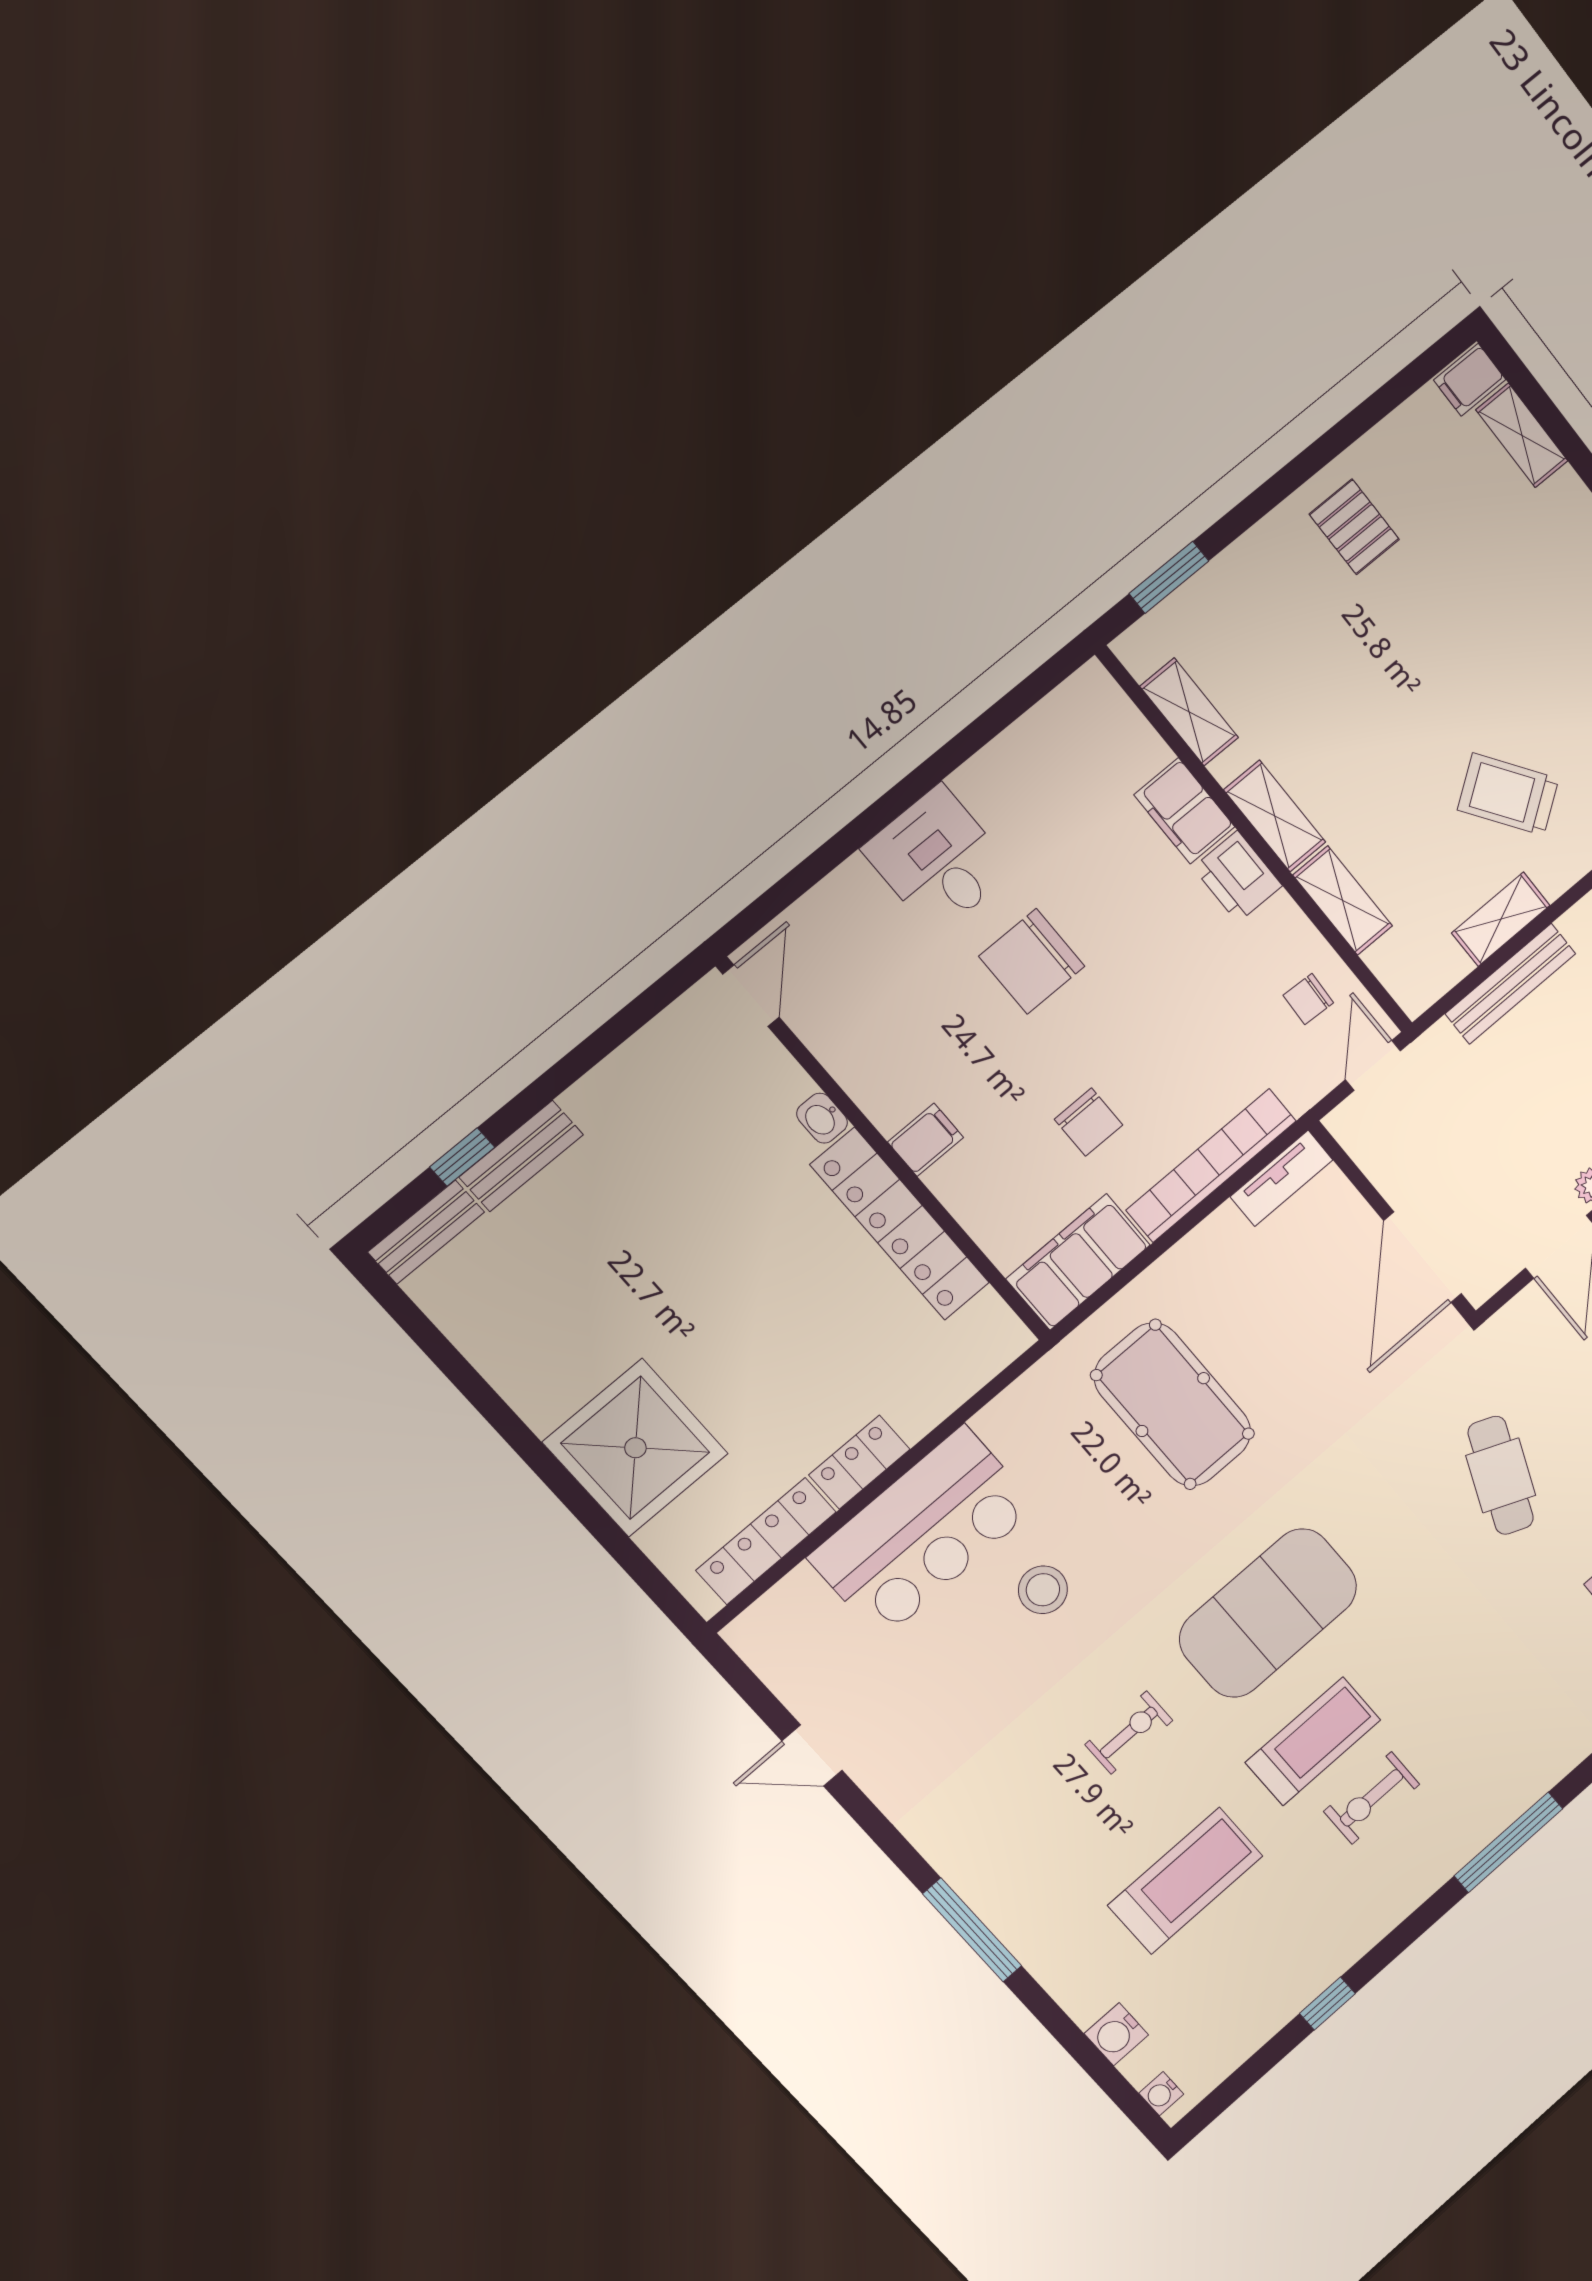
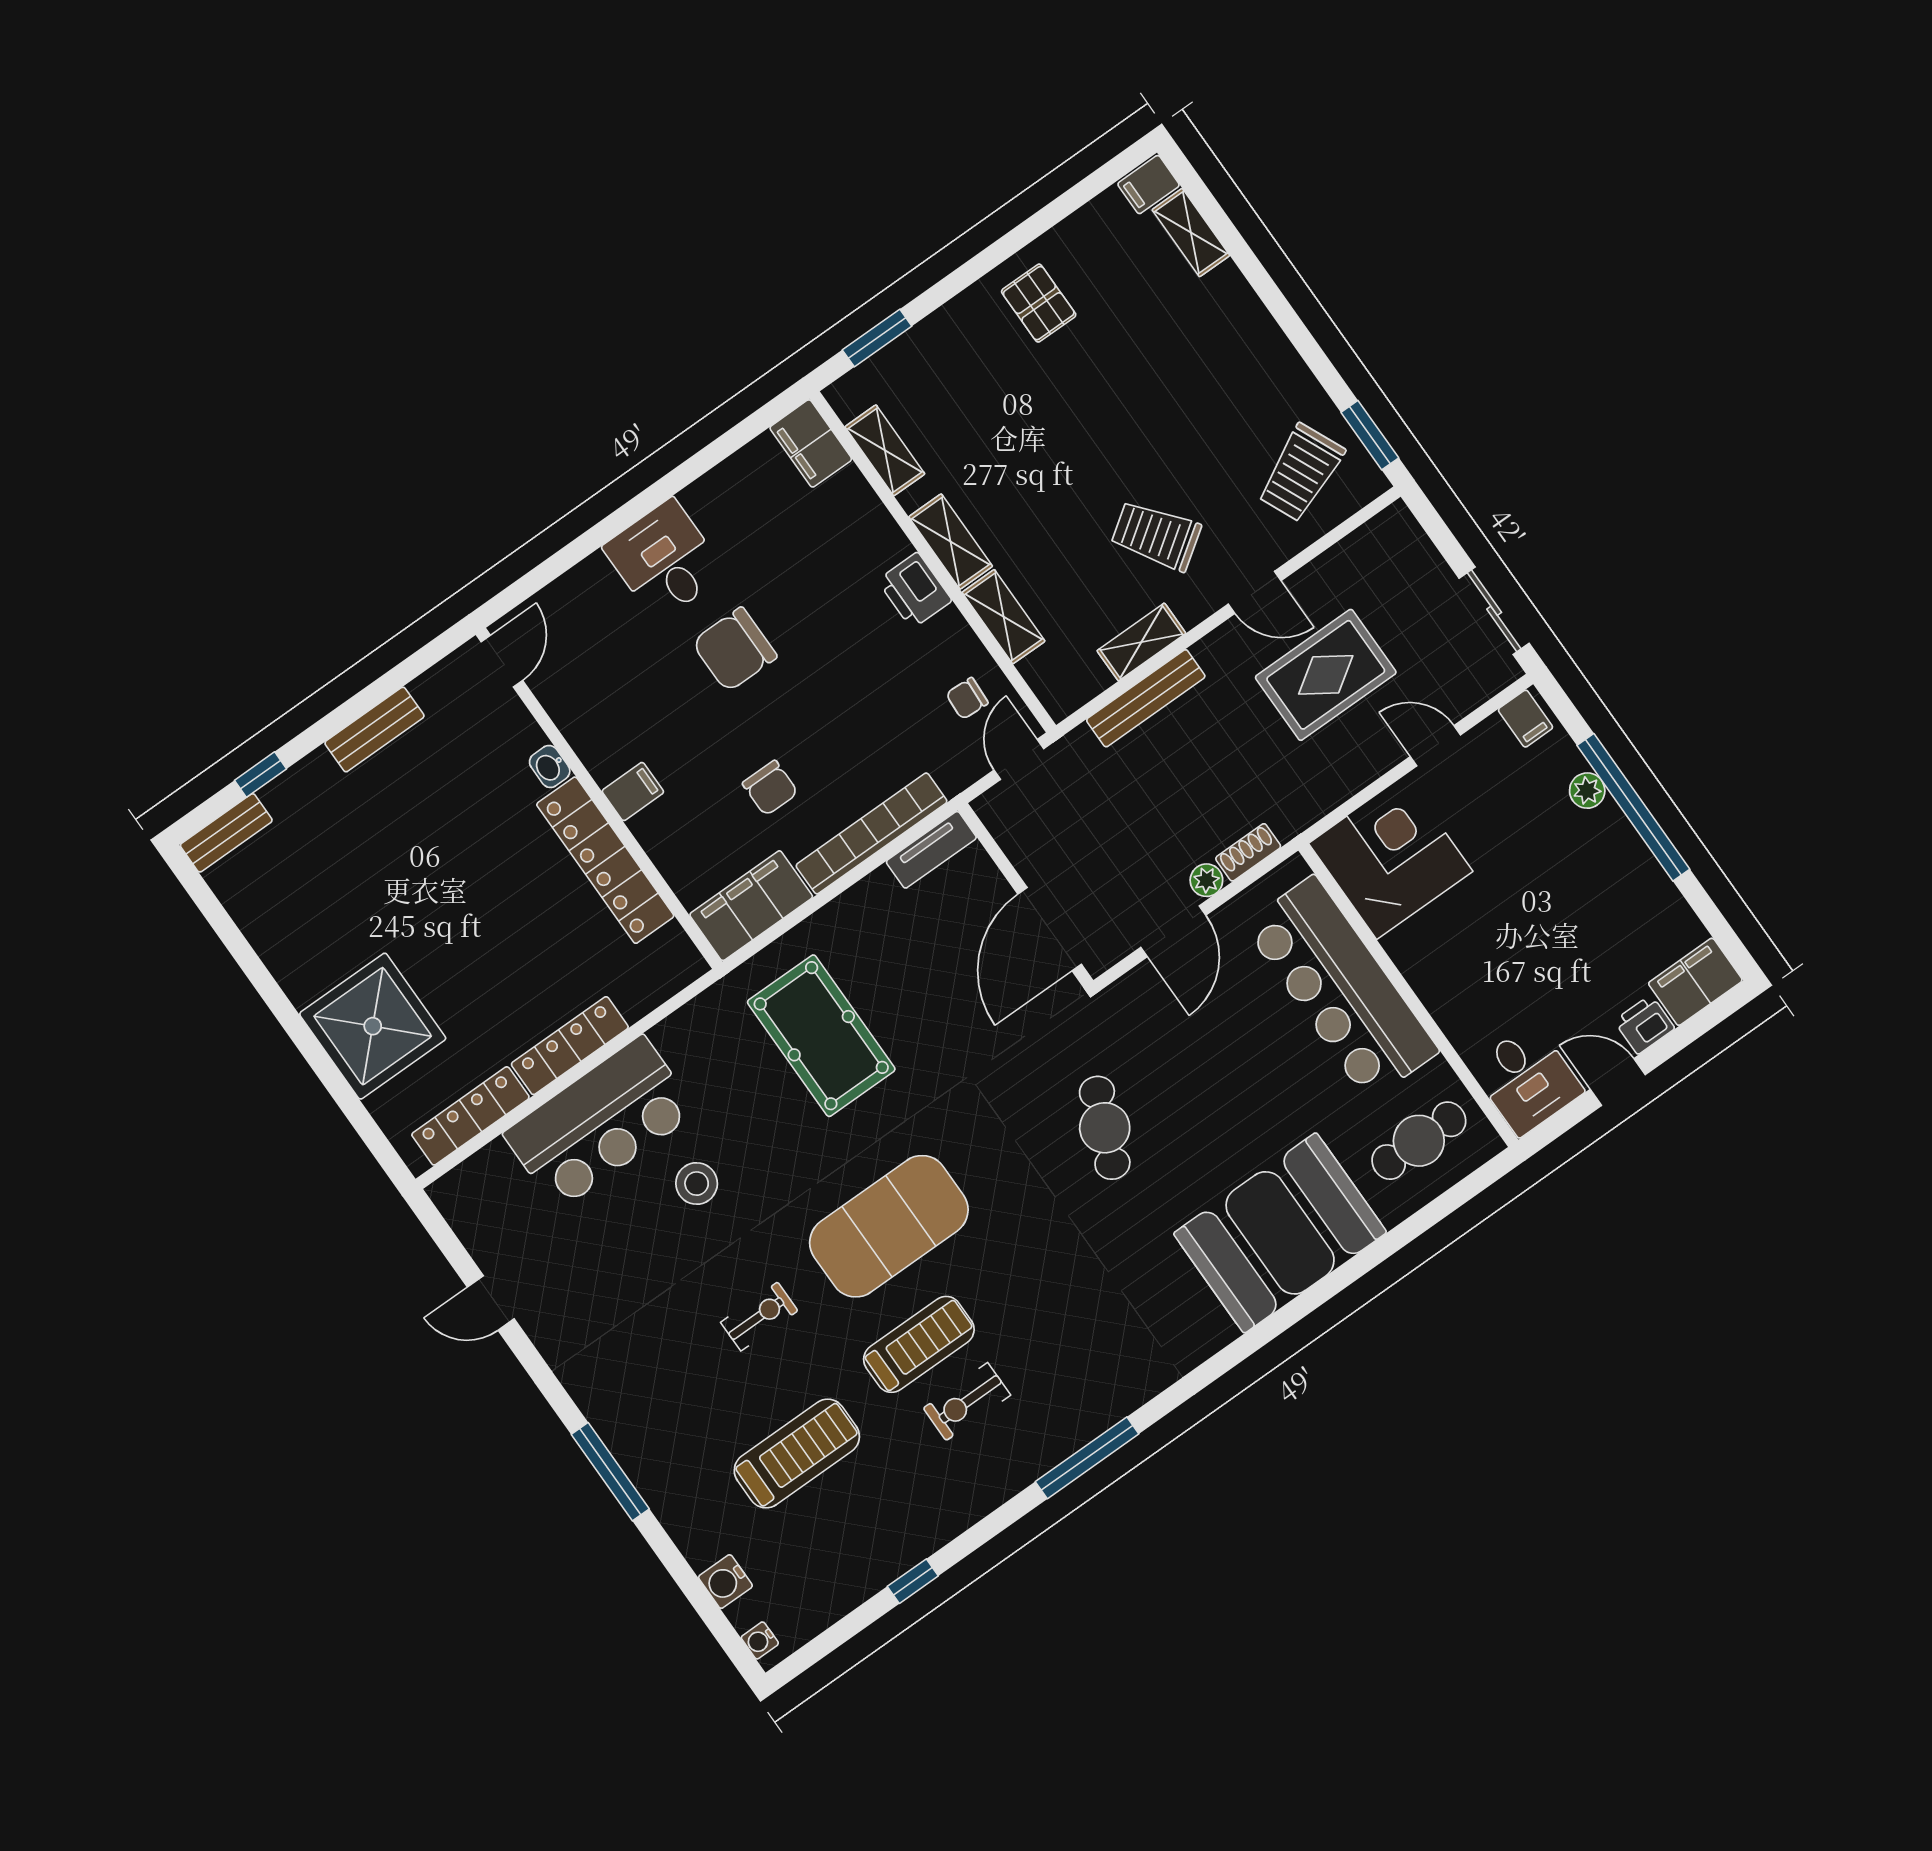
filing cabinet: (1184, 811) -> (811, 443), moved
bench: (521, 1156) -> (374, 730), moved
locker: (859, 1462) -> (570, 1046), width x1.53

